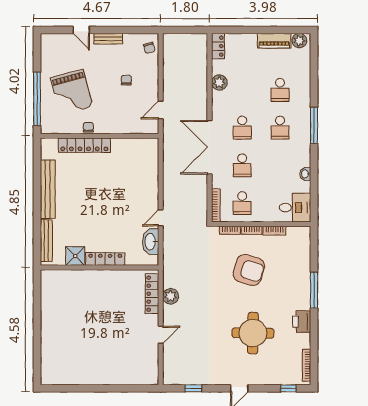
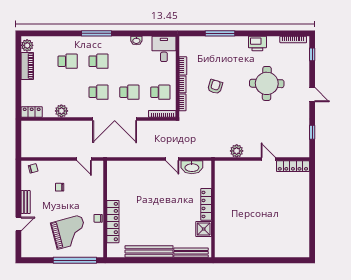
armchair: (249, 270) -> (215, 87), width x0.53, depth x0.53
window: (314, 290) -> (220, 33), moved
locker: (152, 294) -> (293, 166), moved

